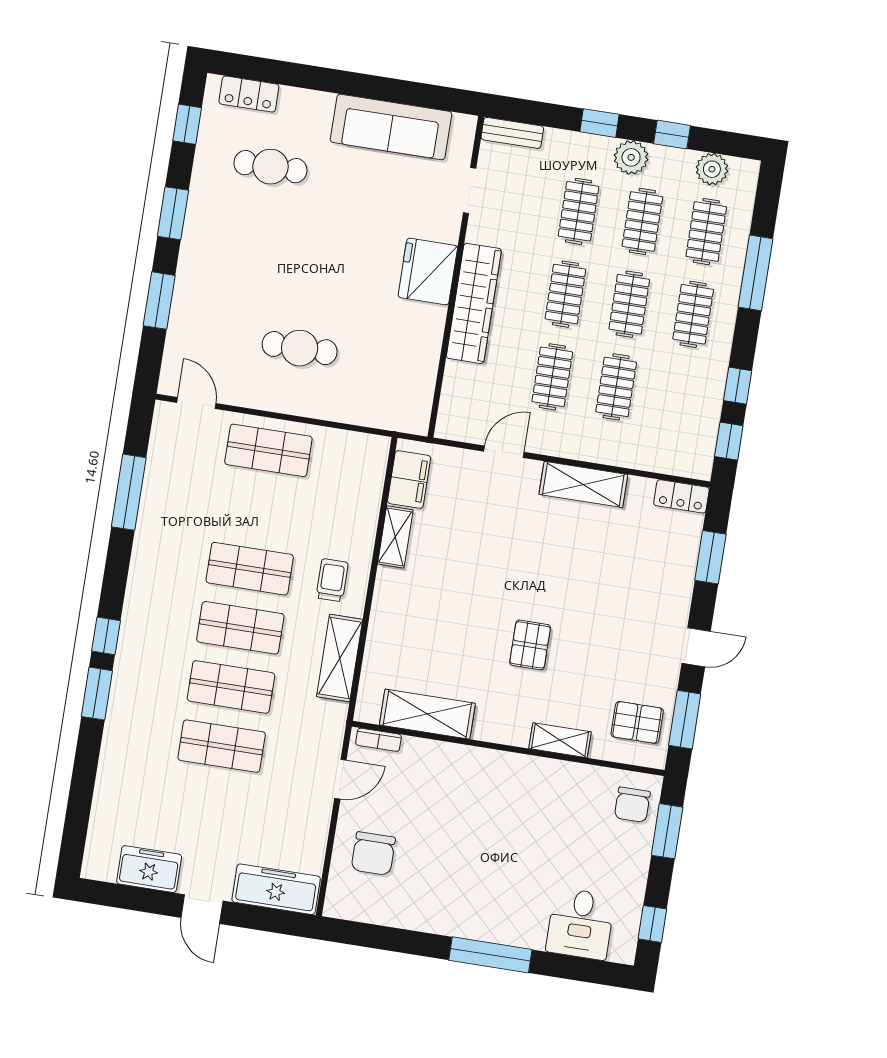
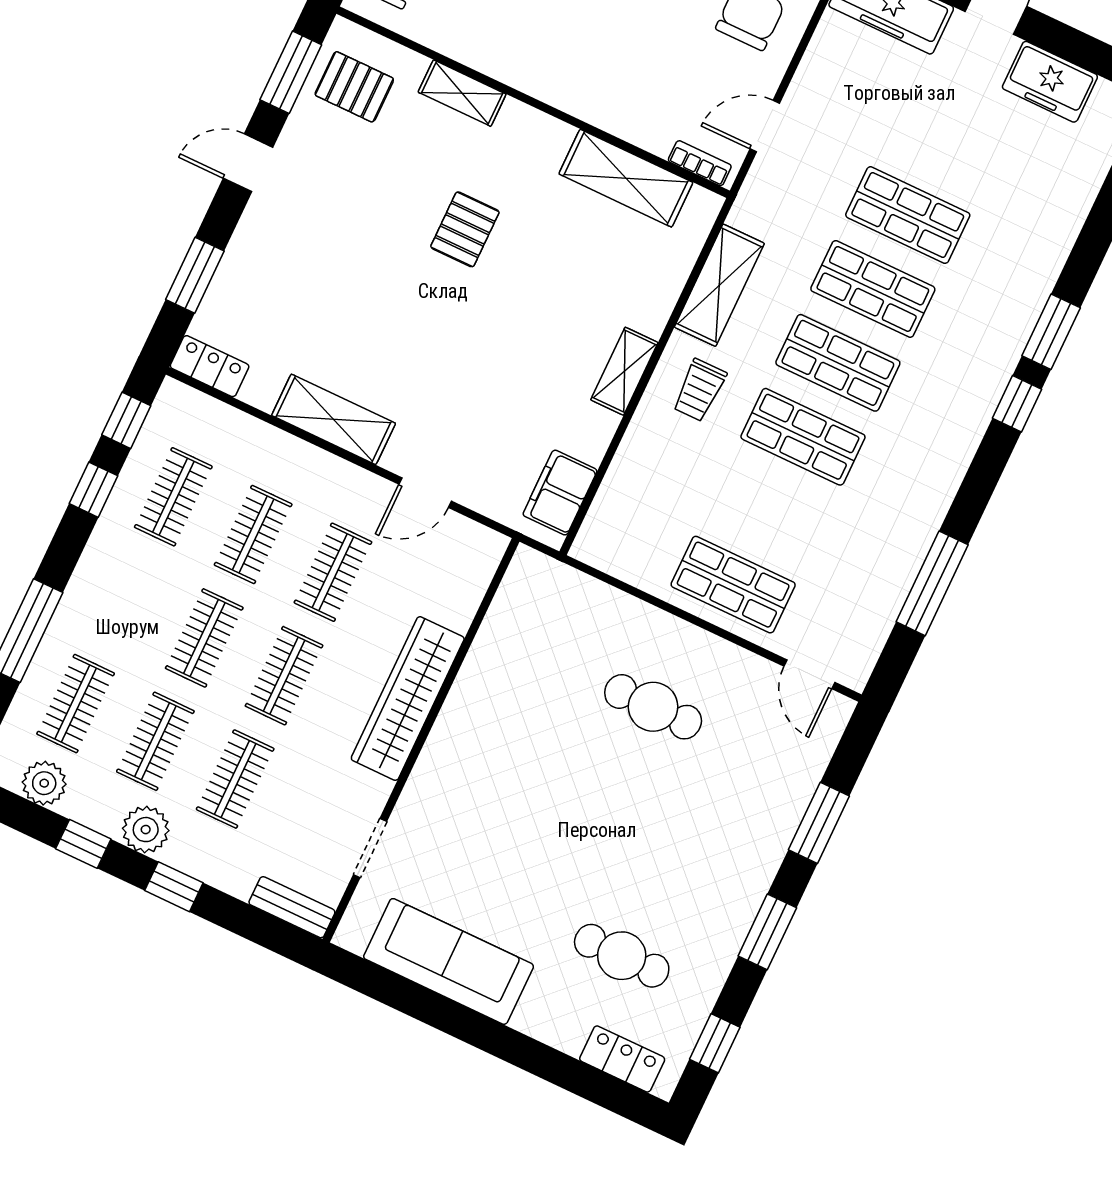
fridge: (428, 272) -> (456, 758), removed
clothes rail: (693, 314) -> (173, 497), moved
shelving: (395, 537) -> (624, 371), moved

